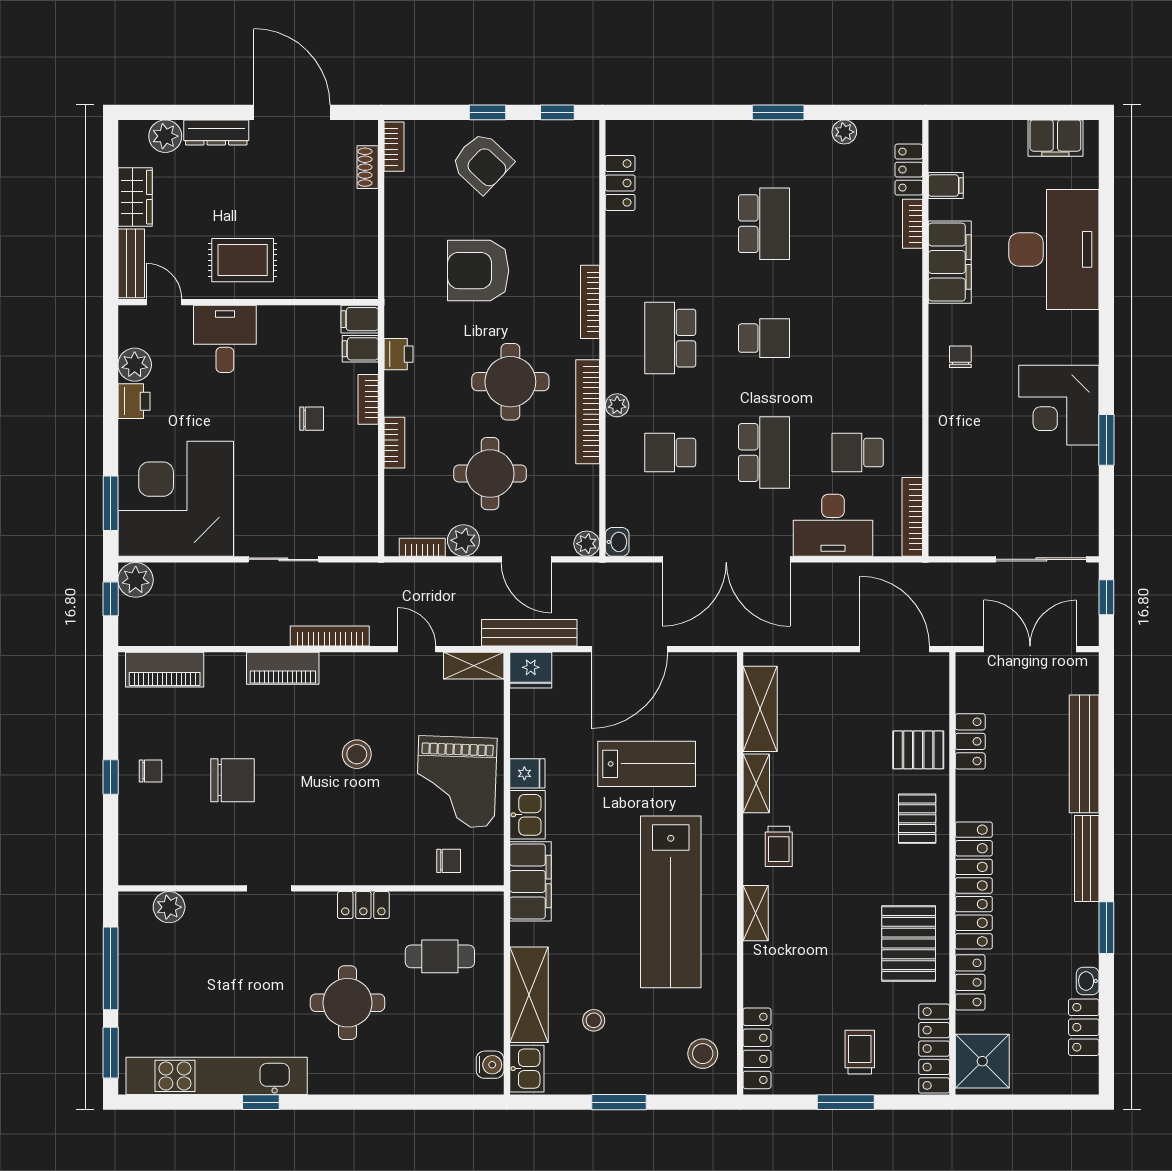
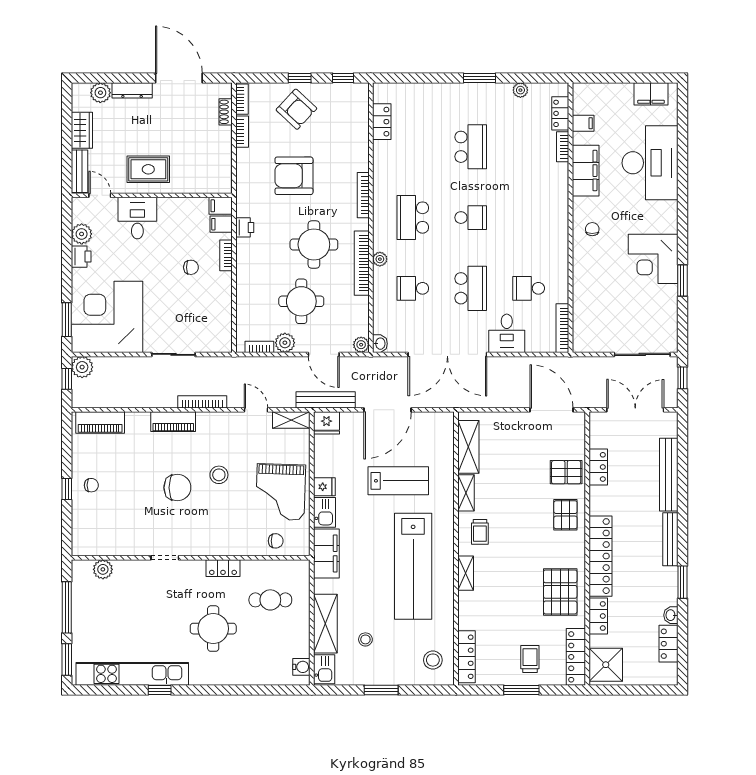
bookcase: (394, 443) -> (242, 132), moved
desk: (833, 525) -> (507, 333), width x0.73
chair: (232, 780) -> (177, 488), moved

